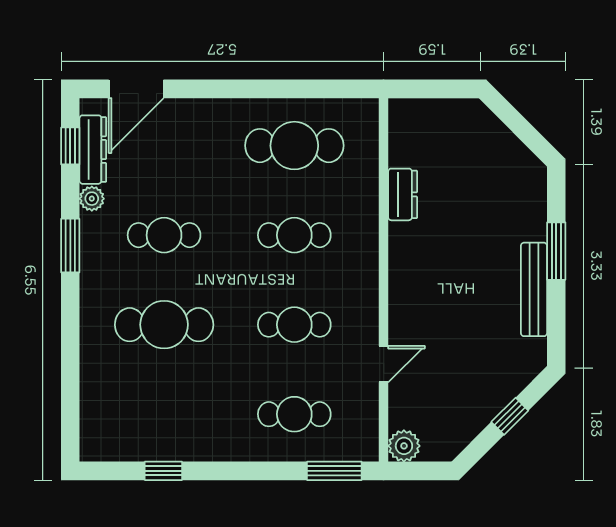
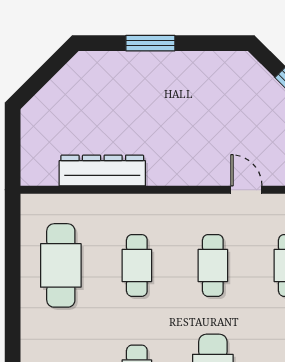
dresser: (403, 194) -> (102, 170), width x1.96, depth x1.24
bench: (534, 289) -> (183, 62), removed

